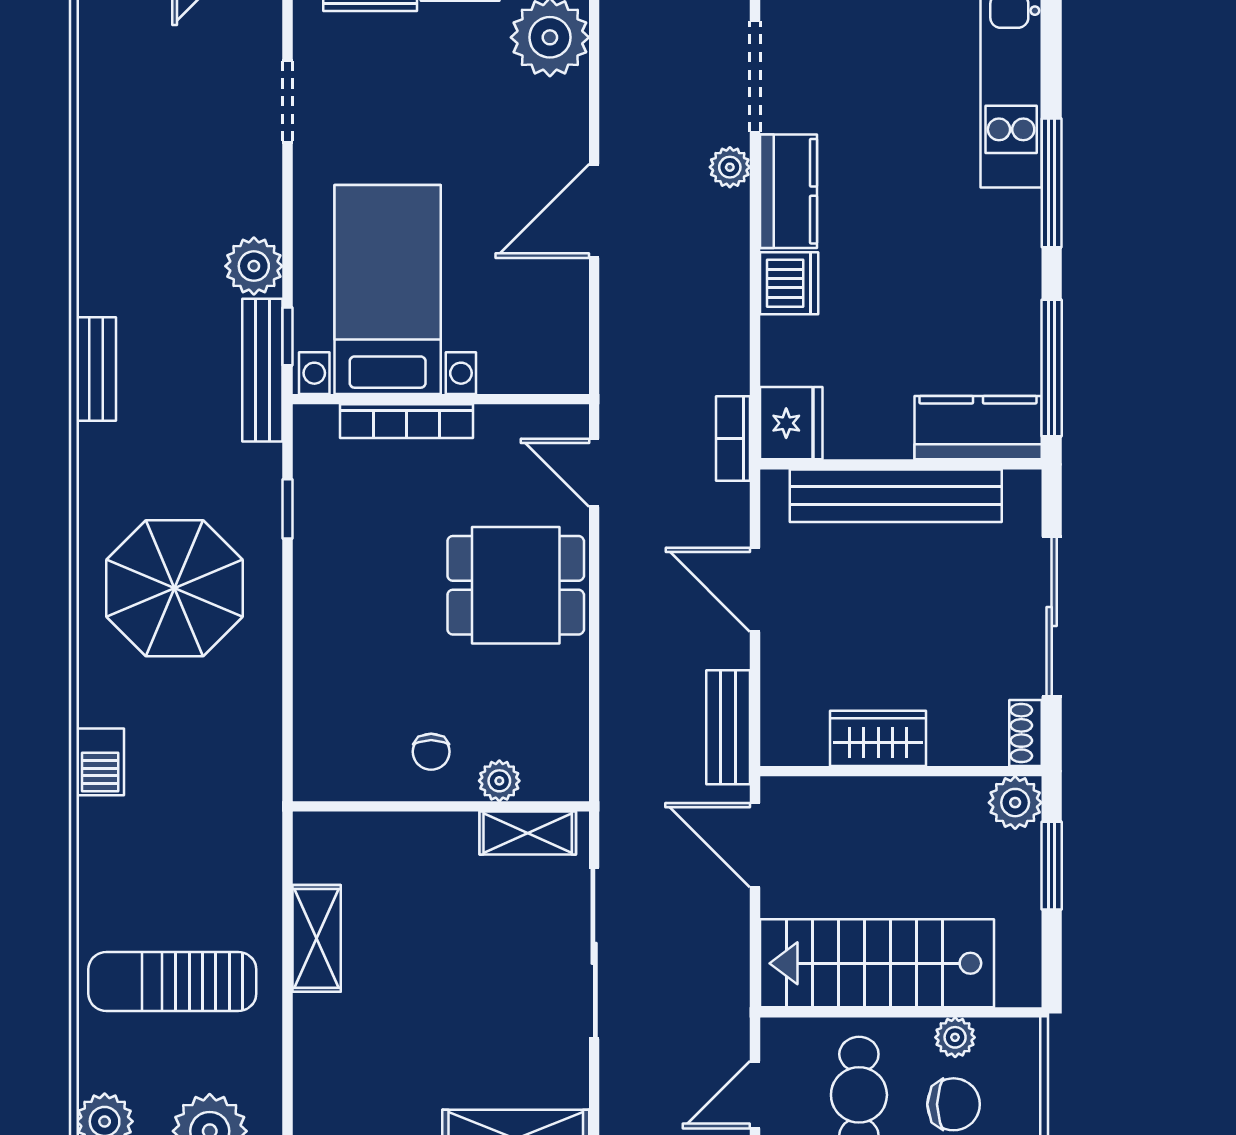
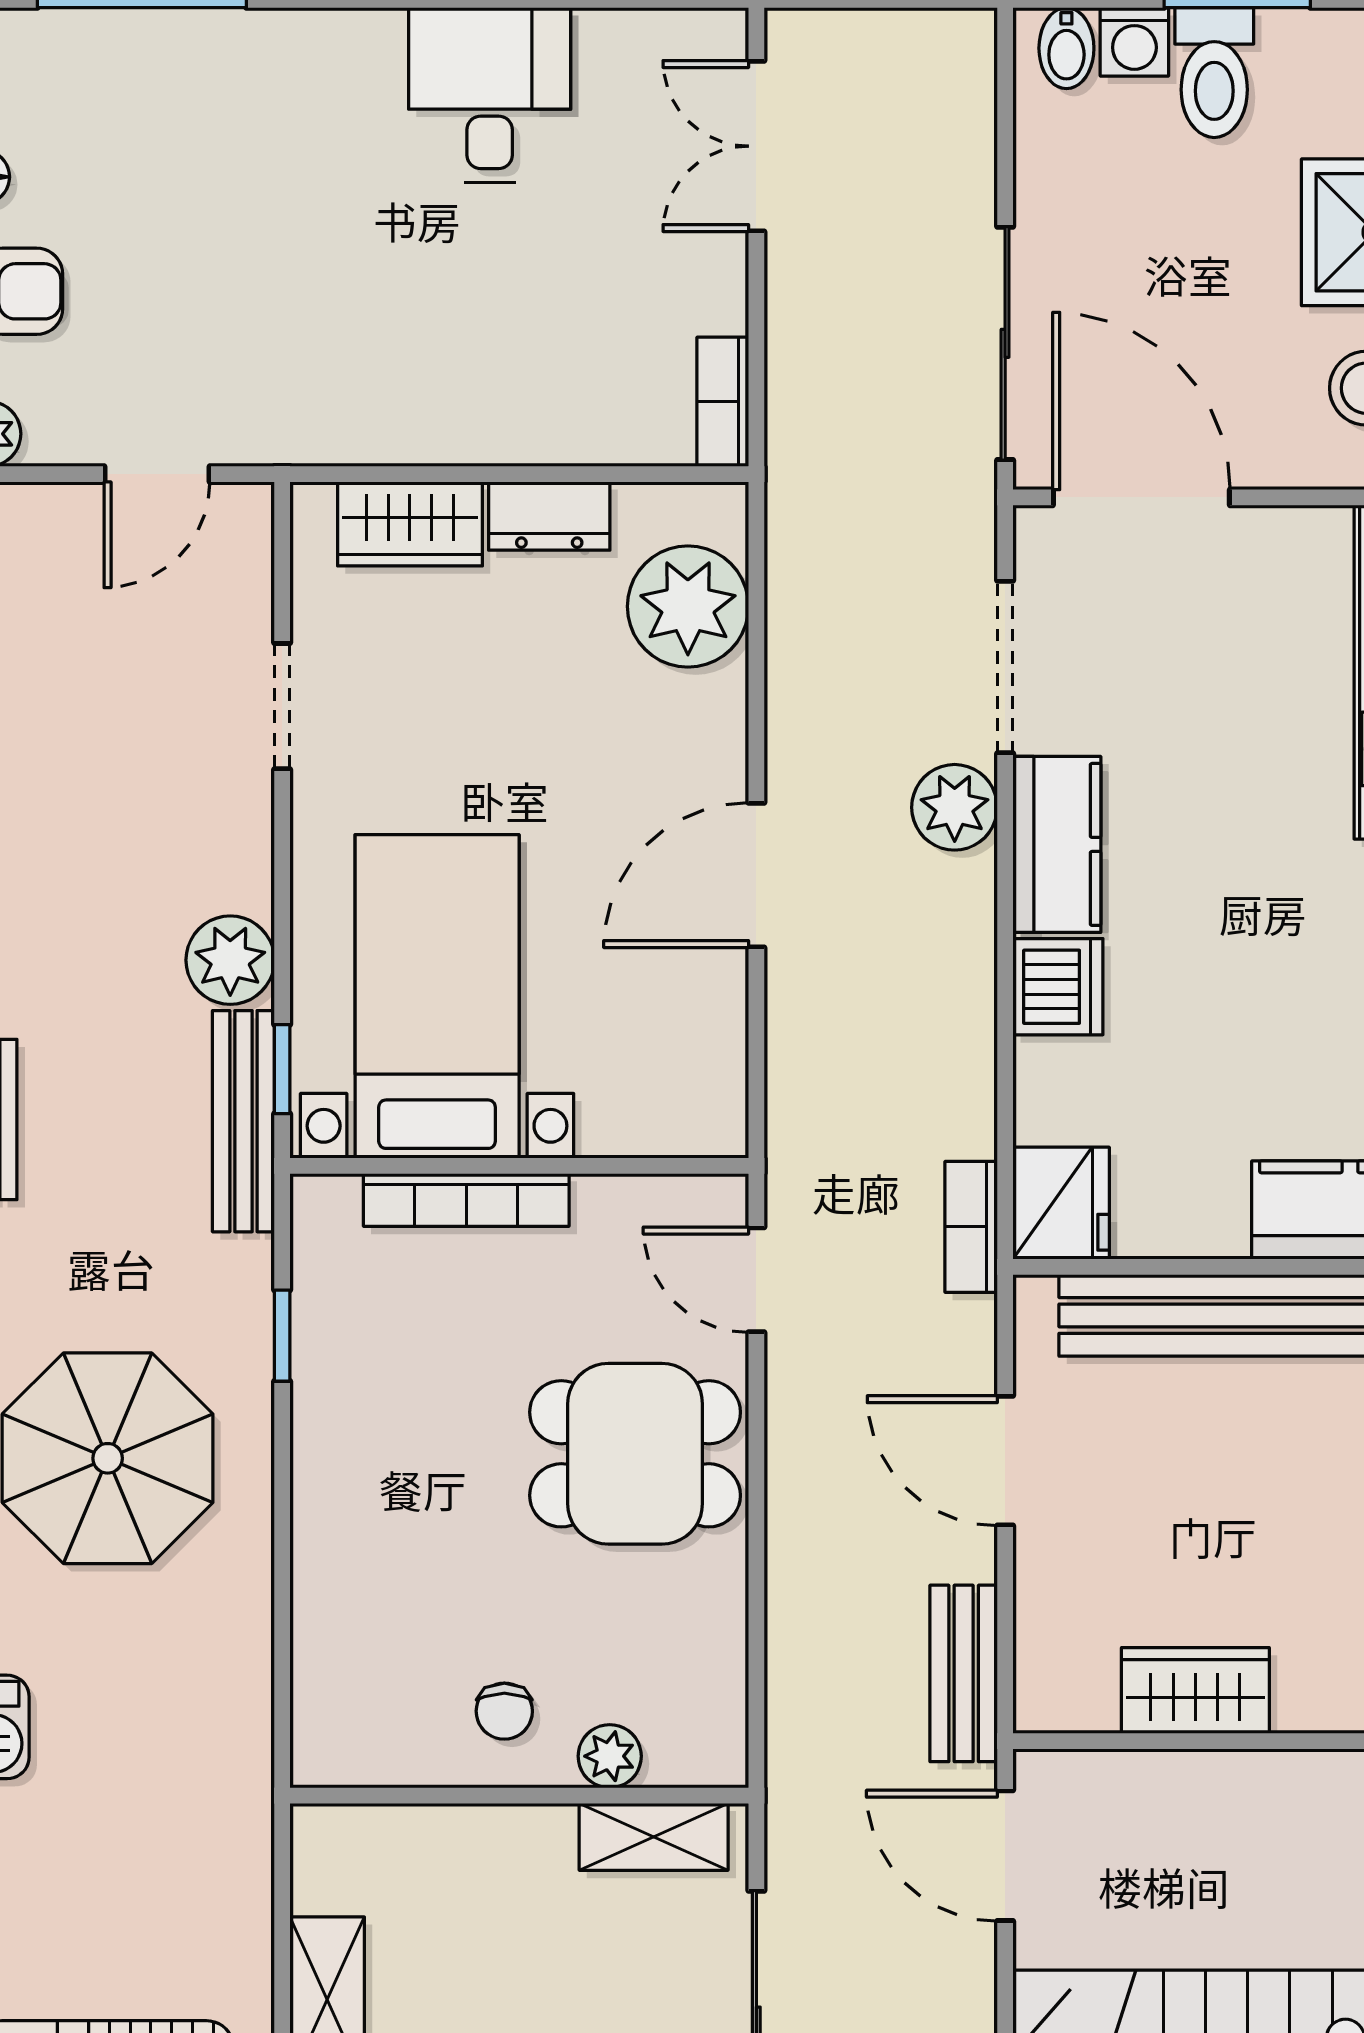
plant: (730, 167) -> (955, 807), width x1.38, depth x1.38

